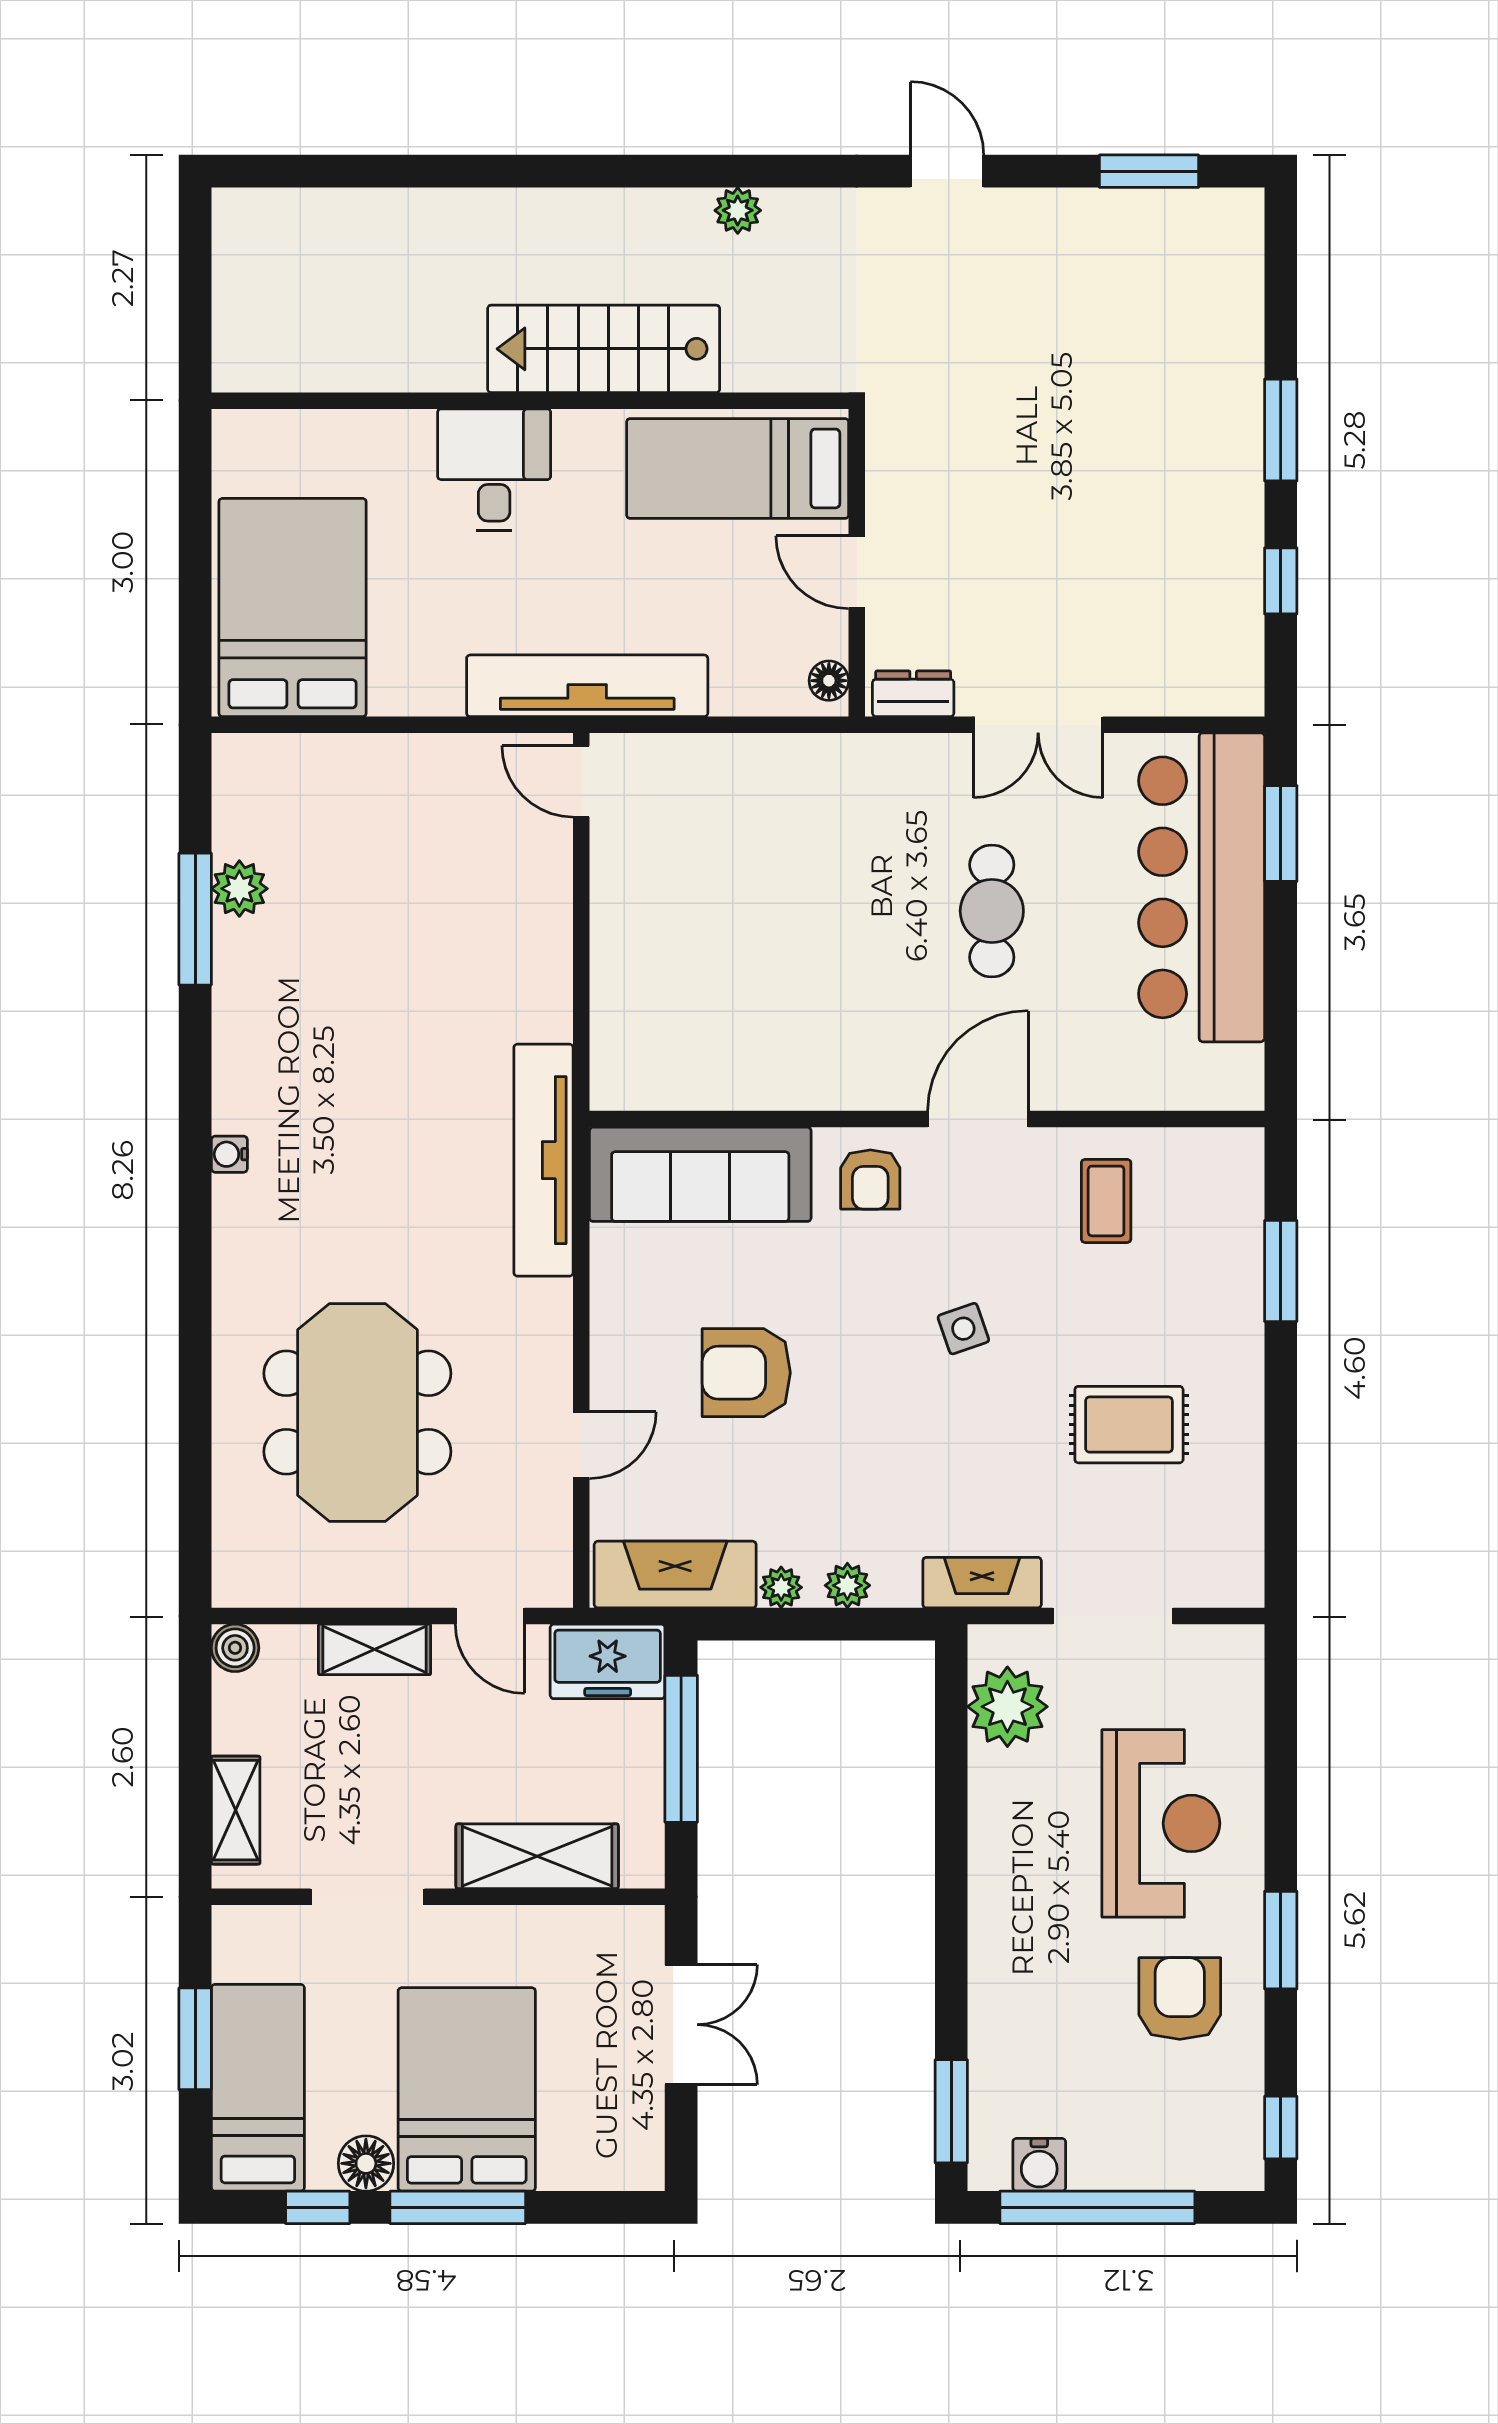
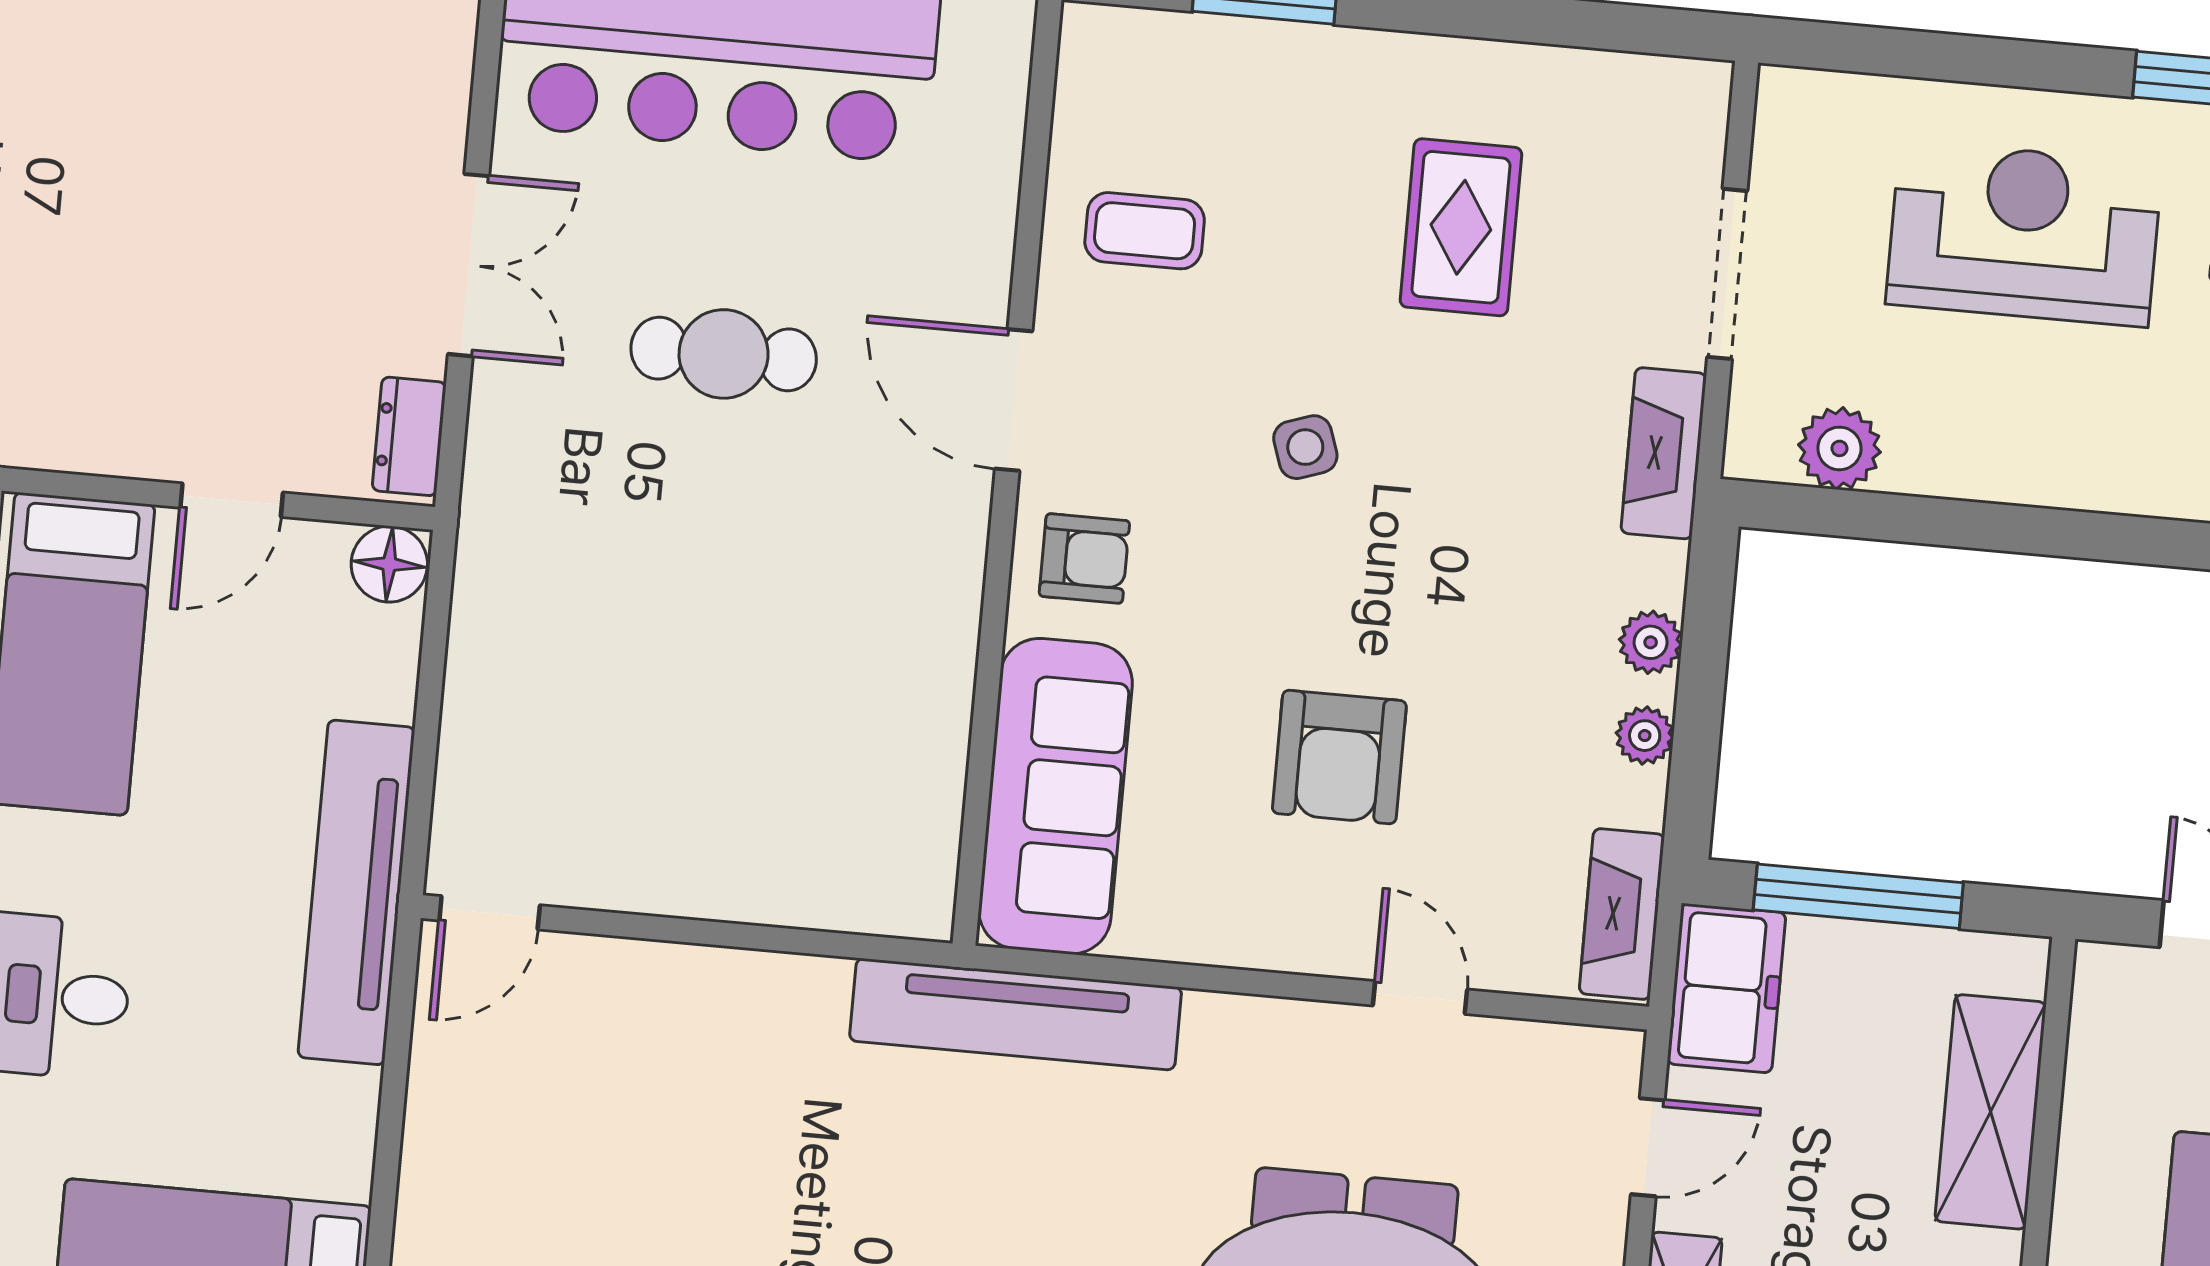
floor lamp: (829, 681) -> (389, 564), width x1.37, depth x1.37
fireplace: (675, 1575) -> (1622, 914), width x0.73, depth x0.76
plant: (1007, 1707) -> (1839, 448), width x0.73, depth x0.73

